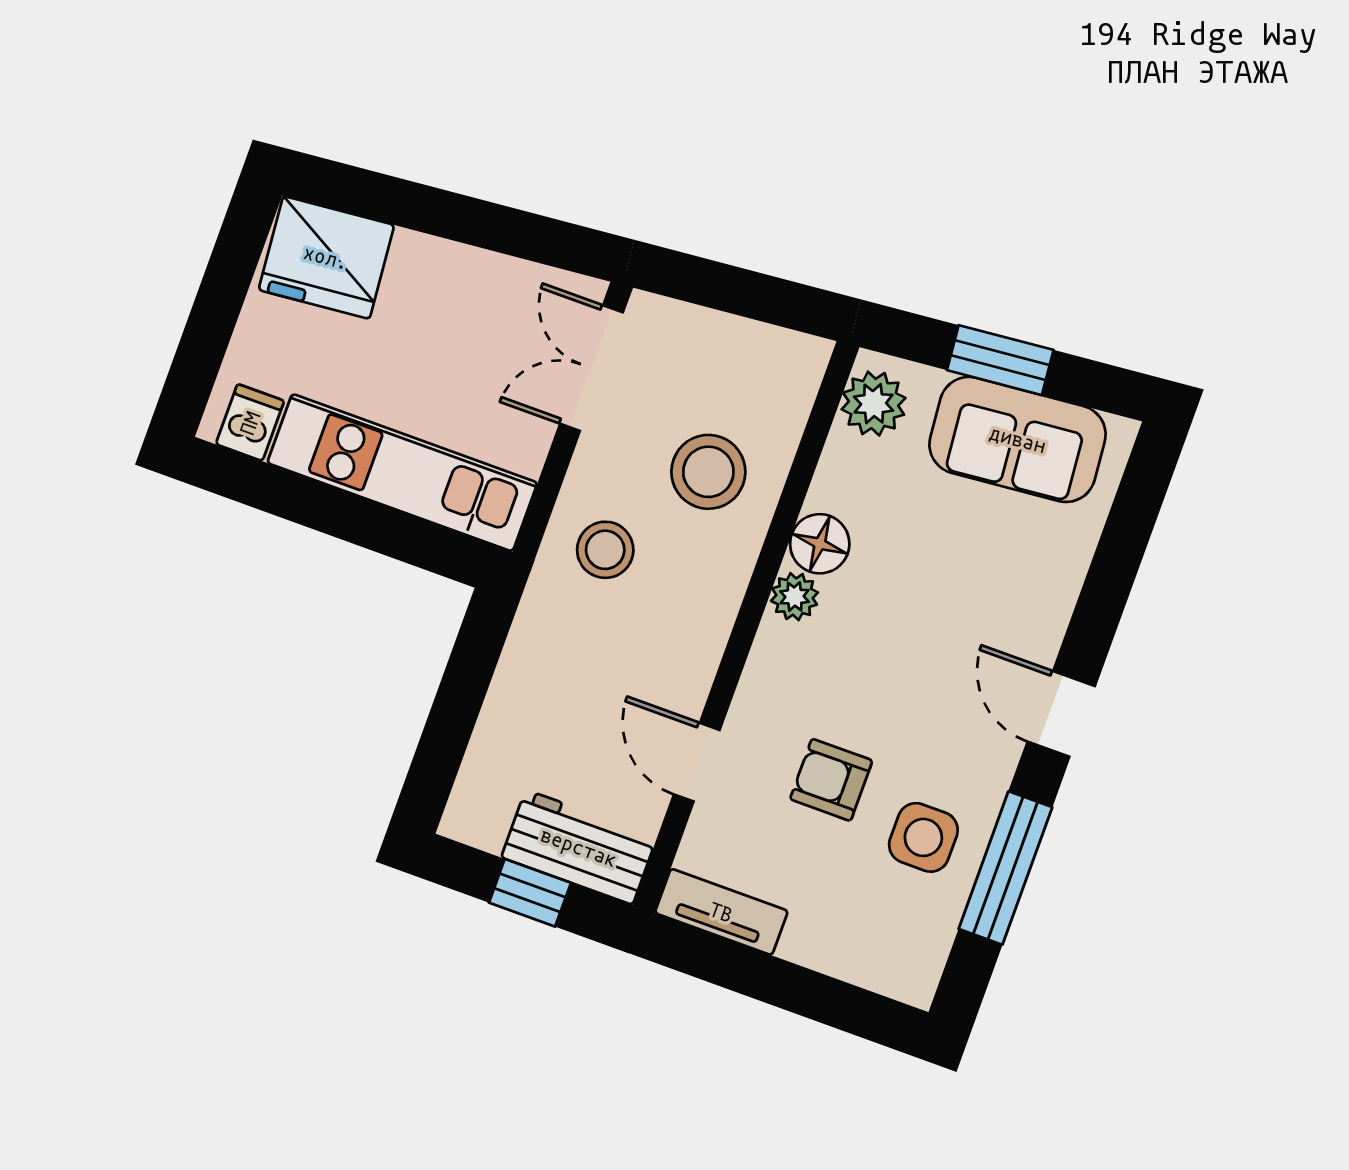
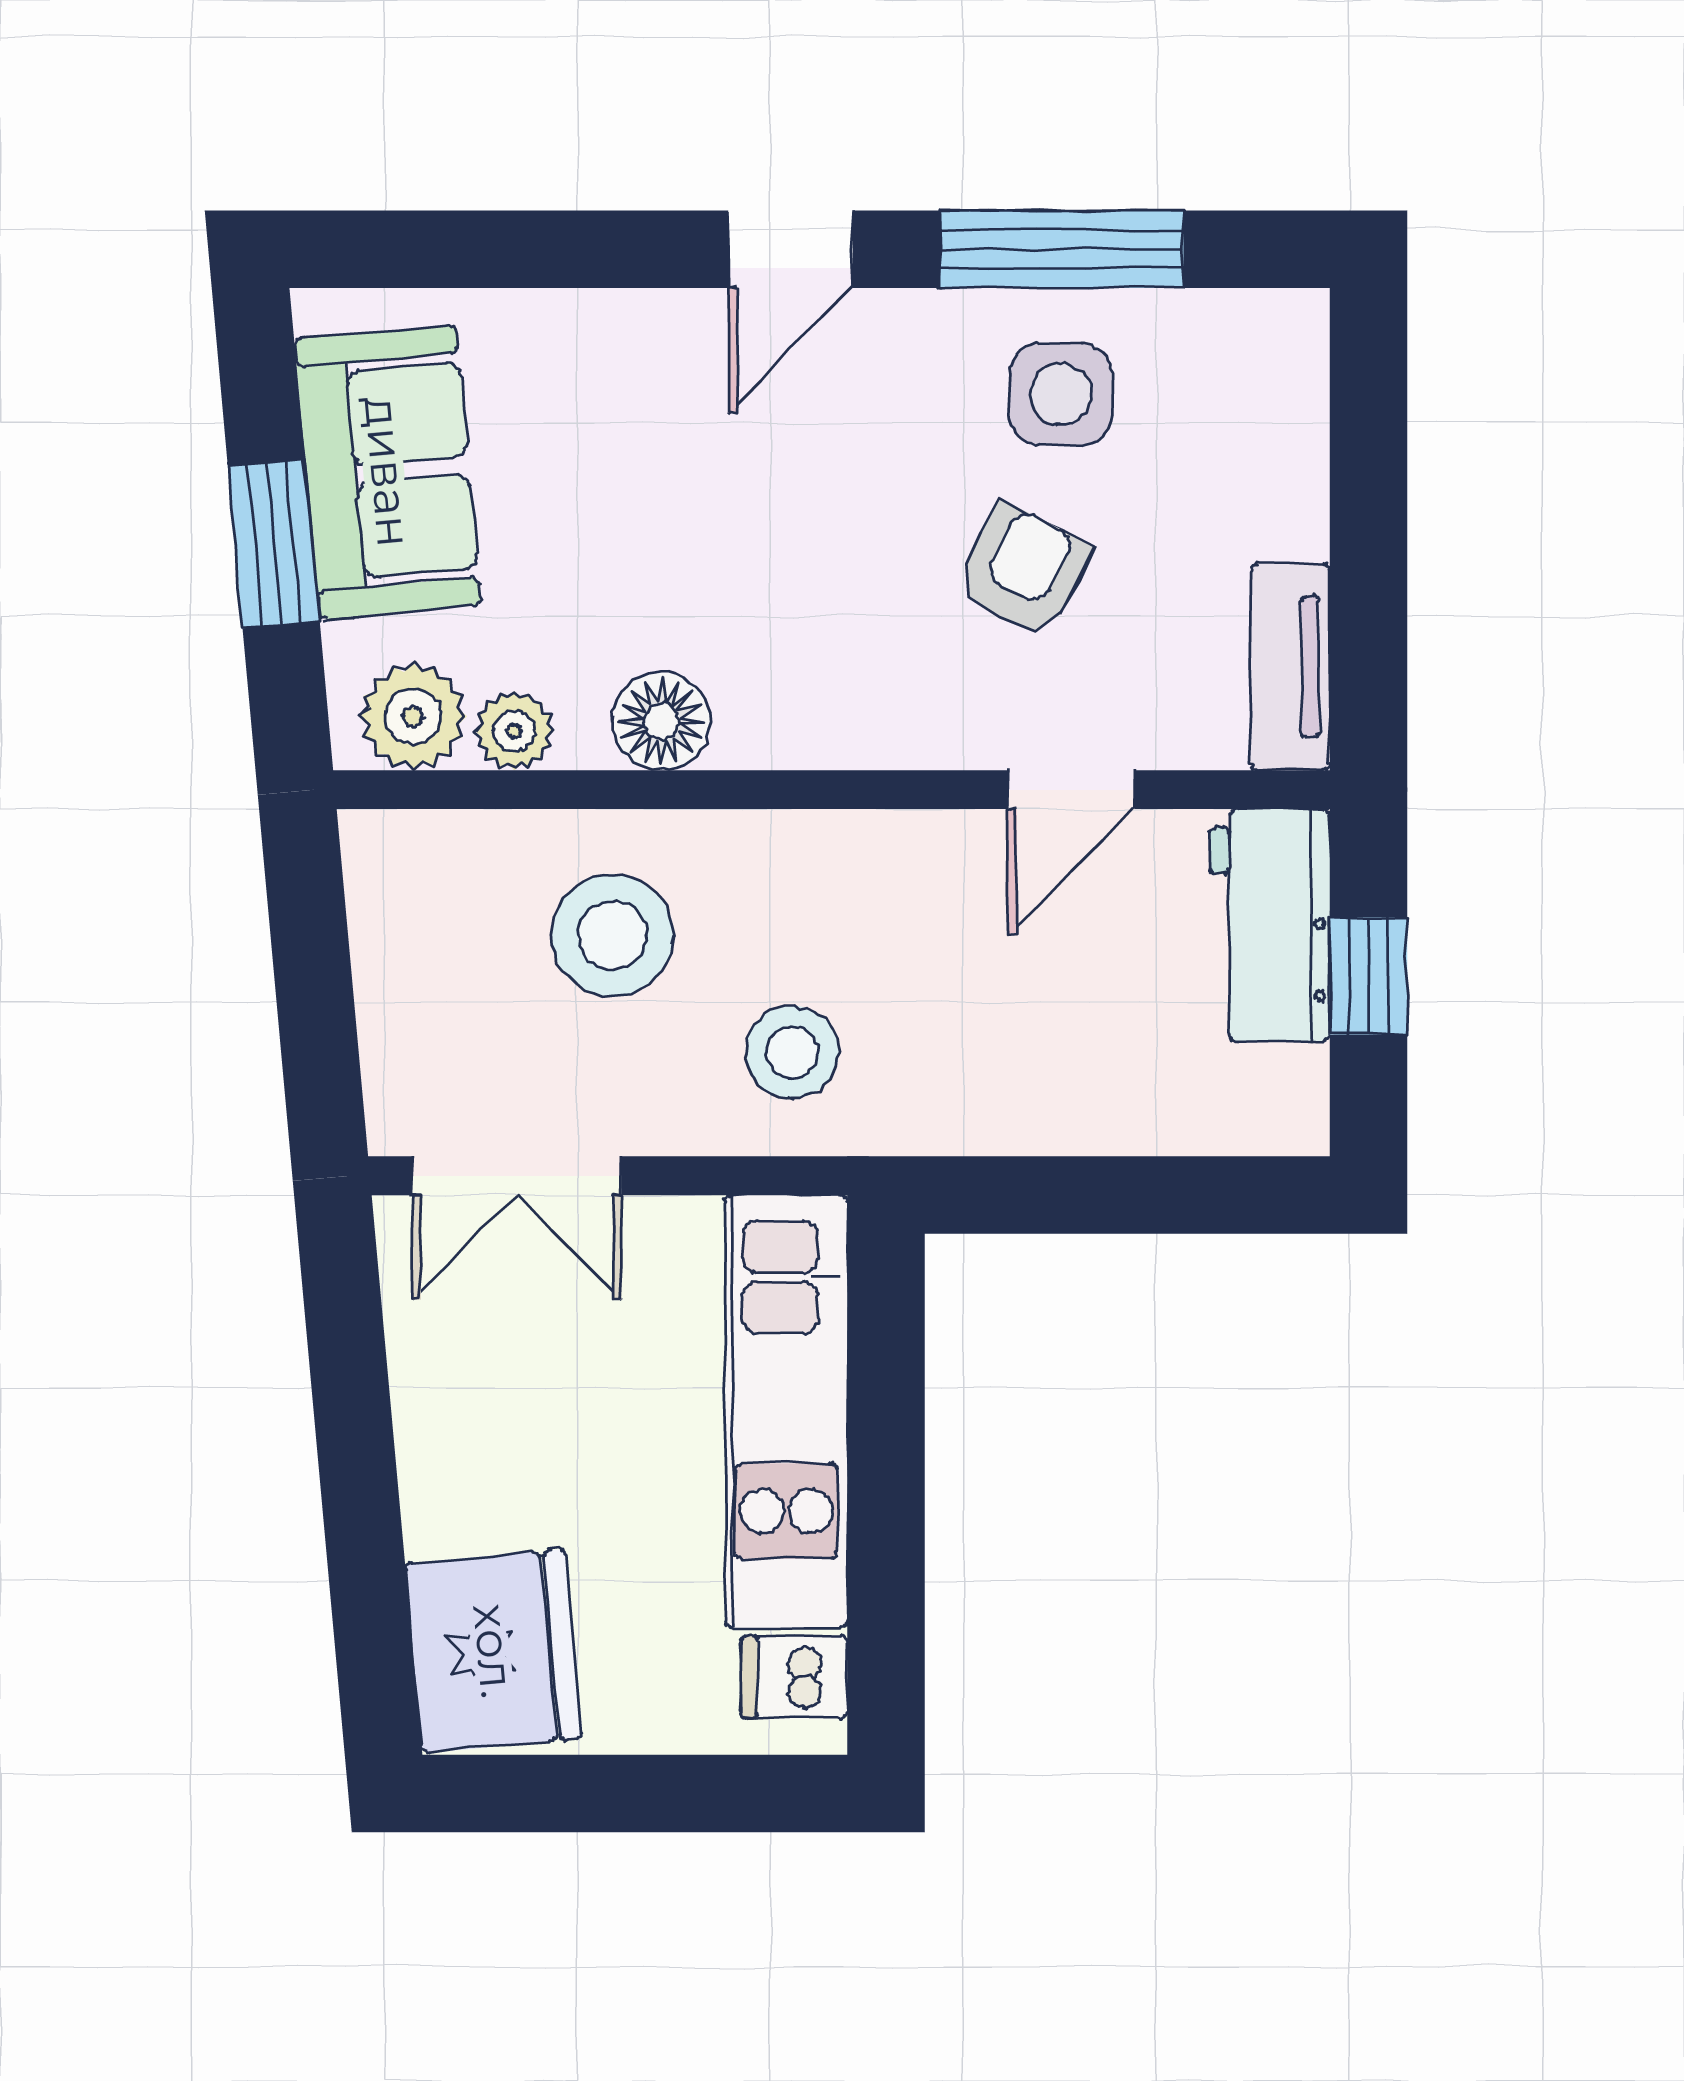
plant: (795, 597) -> (514, 731), moved
armchair: (831, 780) -> (1023, 570), turned -153

